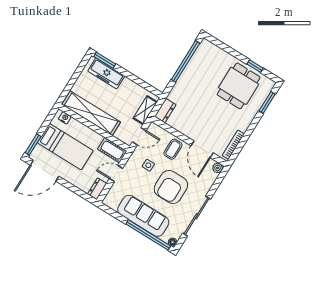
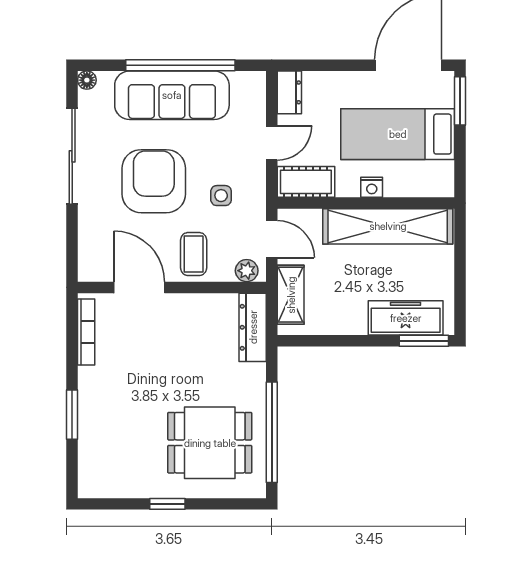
window: (255, 66) -> (167, 504), moved
dining table: (239, 86) -> (210, 443), moved, turned 90
window: (267, 103) -> (72, 415), moved
dresser: (165, 111) -> (253, 327), width x1.44
nightstand: (65, 118) -> (372, 187), moved
door: (139, 136) -> (272, 239), swing flipped
plant: (218, 168) -> (247, 271), moved
window: (148, 235) -> (180, 65), moved

